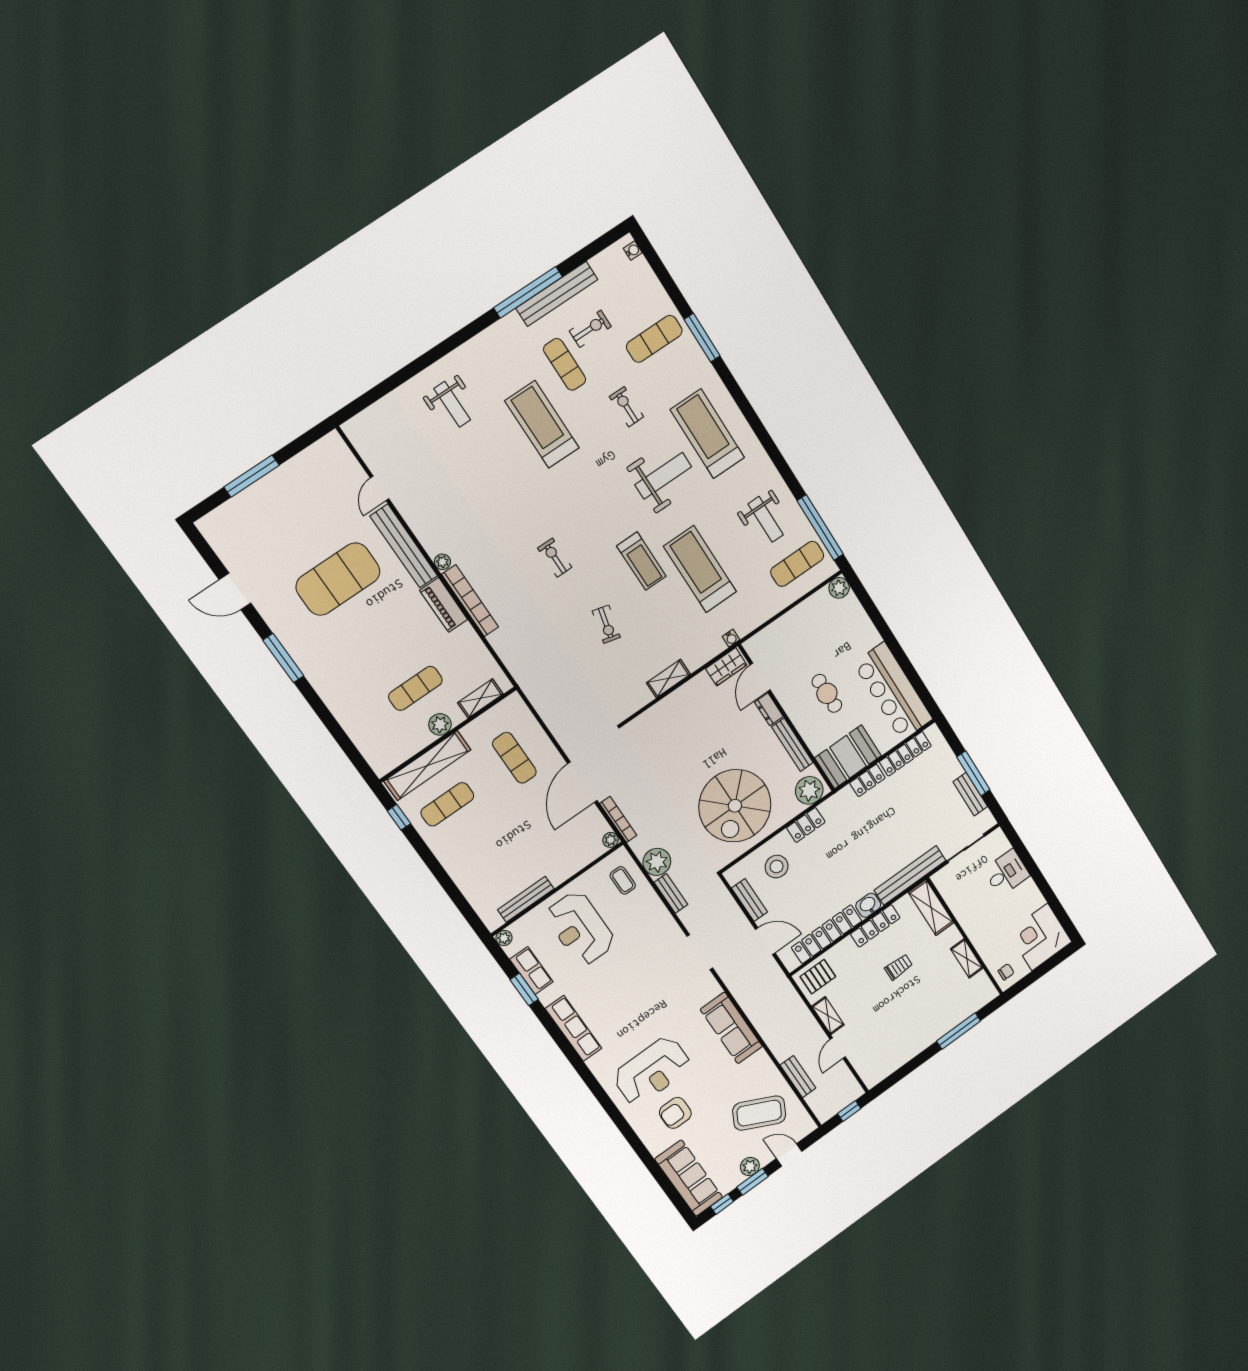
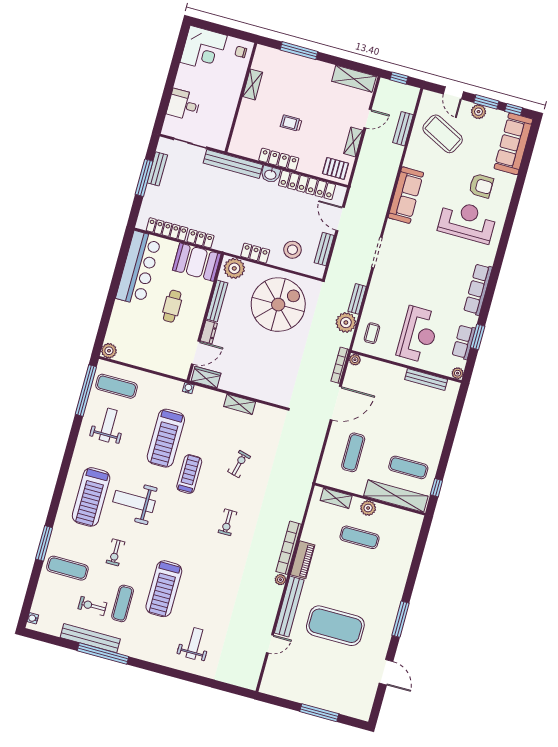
shelving: (931, 908) -> (354, 79), moved, turned 90

